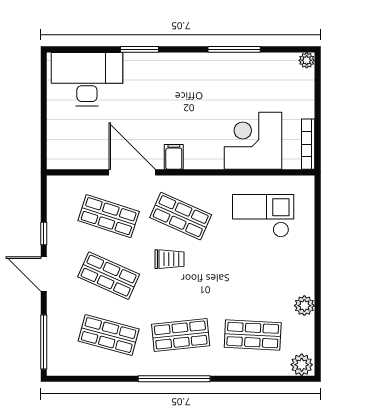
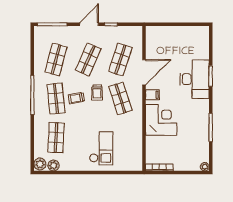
desk: (87, 79) -> (195, 79), moved
corner desk: (253, 141) -> (161, 120), moved
shop shelf: (181, 216) -> (120, 98), turned -42
checkout: (263, 216) -> (101, 148), moved
trolley: (180, 297) -> (76, 98), added
plant: (304, 306) -> (54, 165), moved

